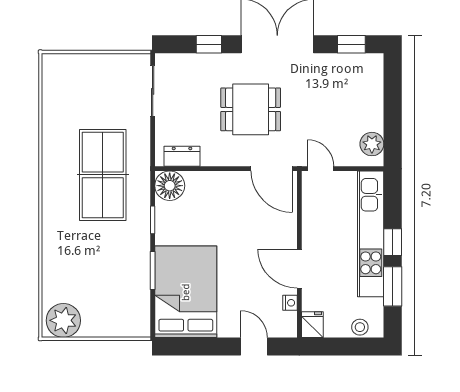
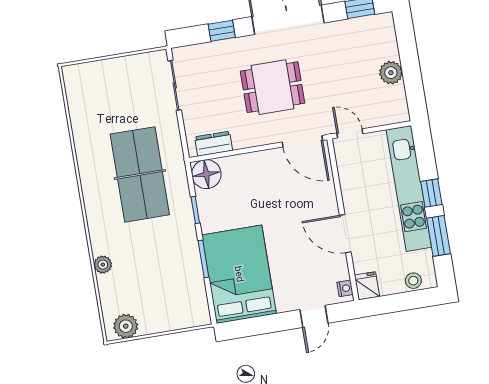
plant: (372, 144) -> (391, 73), moved
plant: (51, 259) -> (103, 265), added
nightstand: (290, 303) -> (345, 288), moved
plant: (63, 320) -> (126, 326), width x0.73, depth x0.73
door: (254, 346) -> (314, 316), swing flipped

